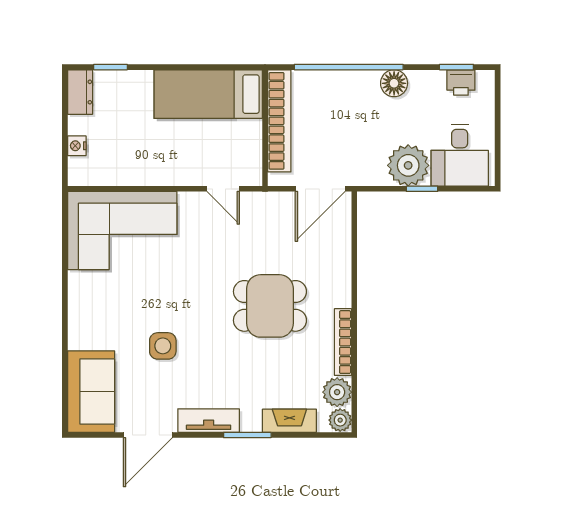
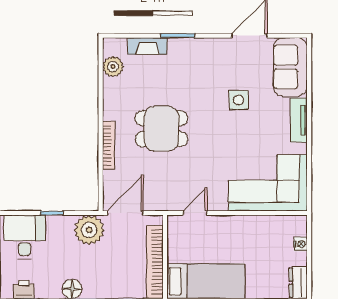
plant: (408, 165) -> (89, 230), moved
door: (223, 189) -> (195, 213), hinge flipped
bookcase: (343, 342) -> (109, 145), moved
plant: (340, 420) -> (111, 46), removed
tv unit: (209, 421) -> (299, 120), moved, turned 90

